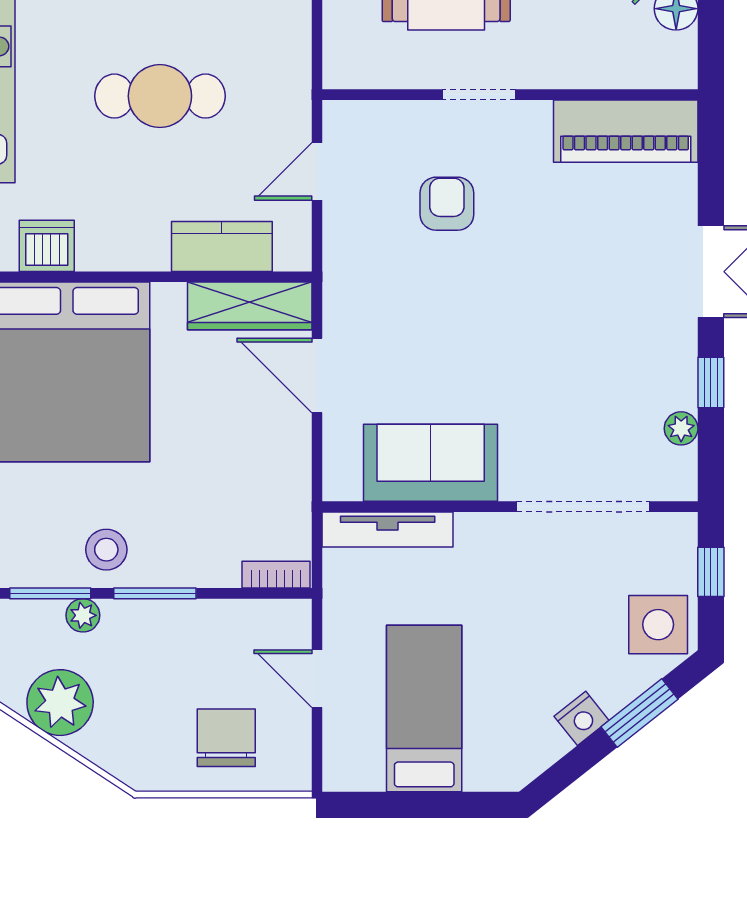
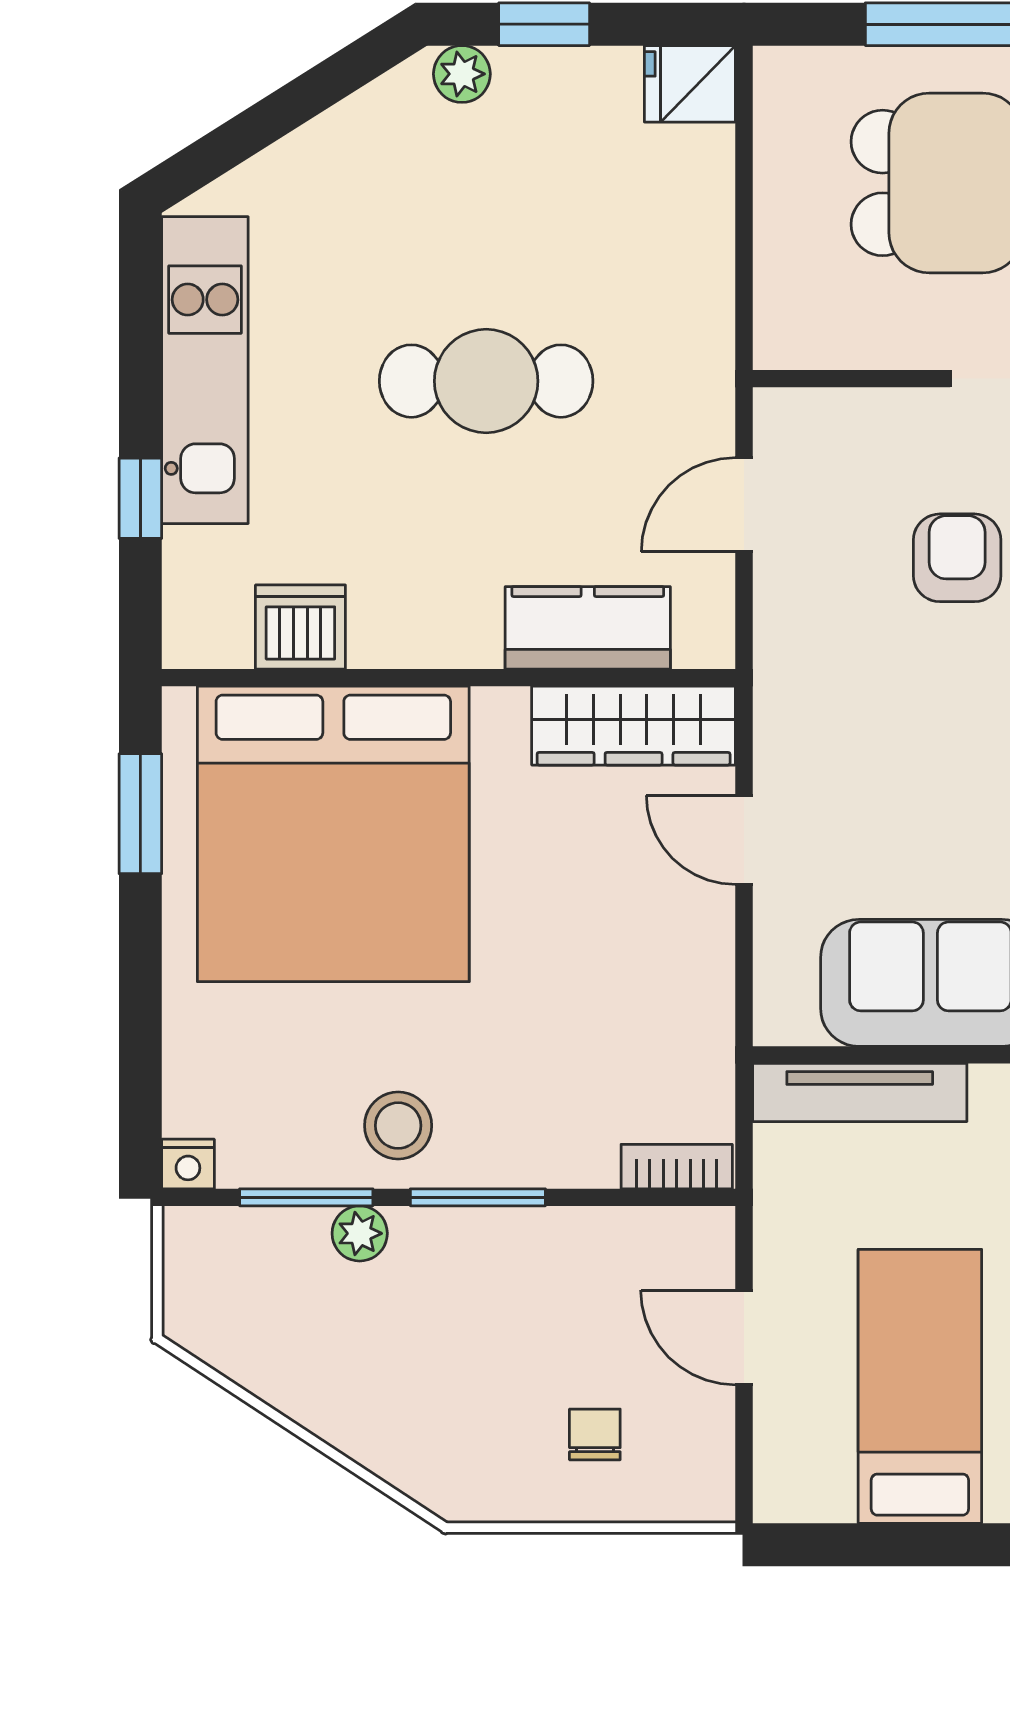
door: (317, 376) -> (744, 840), width x0.73
plant: (60, 703) -> (322, 1377), removed
chair: (226, 738) -> (595, 1434), width x0.54, depth x0.54

